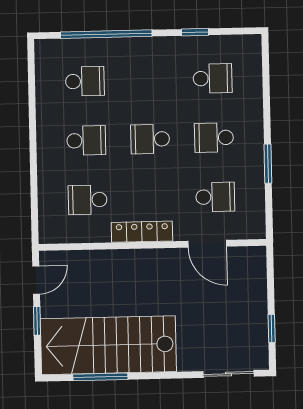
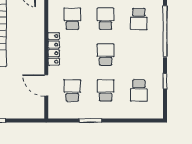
school desk: (86, 141) -> (106, 19), turned 180
school desk: (215, 197) -> (72, 90), turned 180
door: (207, 244) -> (46, 85), hinge flipped

